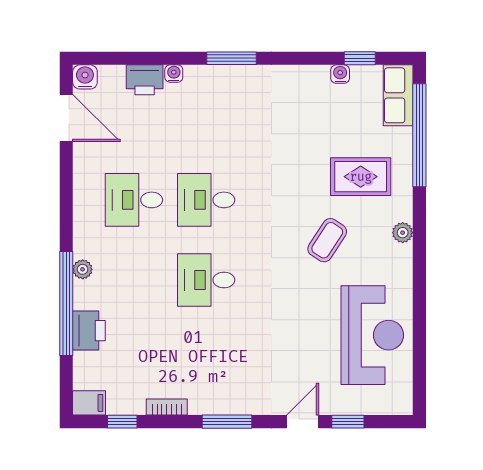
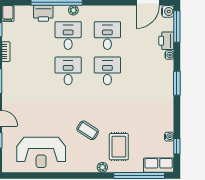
window: (116, 58) -> (177, 26), added
plant: (403, 233) -> (102, 167), moved
desk: (134, 280) -> (68, 36), added

